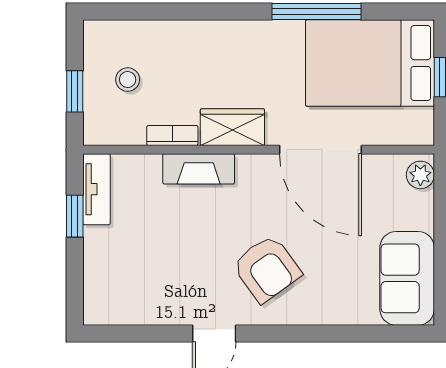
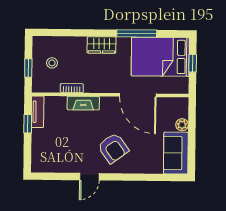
wardrobe: (232, 127) -> (101, 45), moved, turned 180
plant: (420, 175) -> (182, 125), moved

